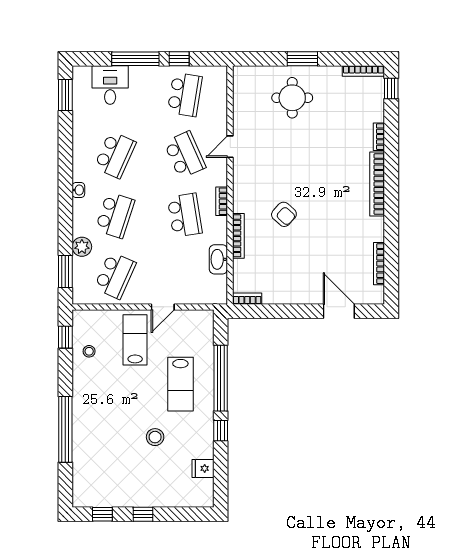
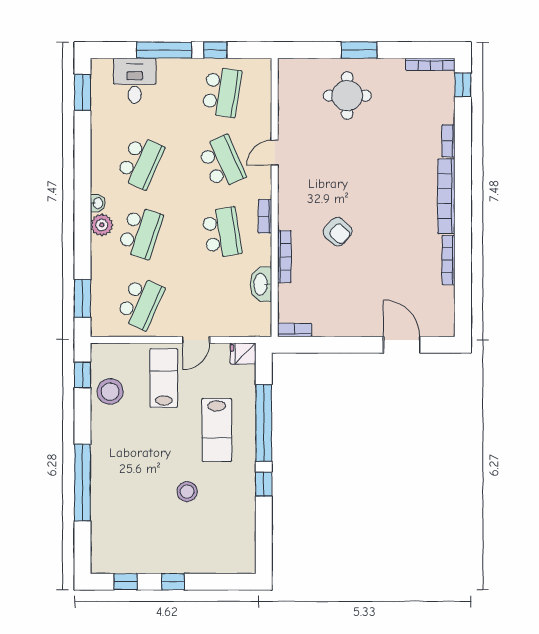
plant: (82, 247) -> (102, 225), moved
bookcase: (379, 264) -> (449, 260), moved
stool: (89, 351) -> (110, 391), width x1.89, depth x1.89
fridge: (203, 468) -> (243, 353), moved

